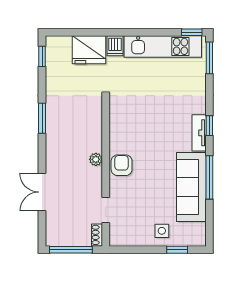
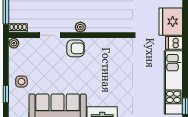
doorway: (106, 210) -> (50, 35), moved
plant: (115, 240) -> (14, 43), added

